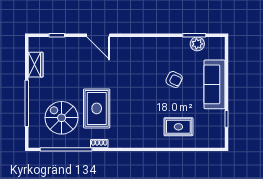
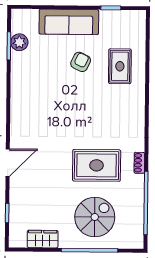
armchair: (174, 79) -> (81, 62), moved
spiral stairs: (62, 118) -> (95, 217), moved, turned 180

